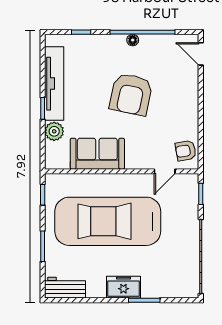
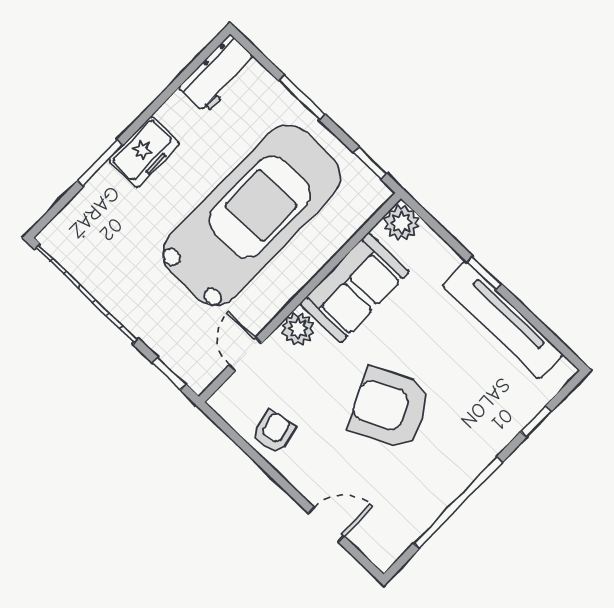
floor lamp: (133, 40) -> (460, 480), removed
door: (201, 54) -> (326, 525), moved
armchair: (131, 94) -> (390, 408), turned -38
plant: (54, 131) -> (401, 223), moved
armchair: (186, 151) -> (273, 432), moved
plant: (135, 160) -> (298, 329), added

